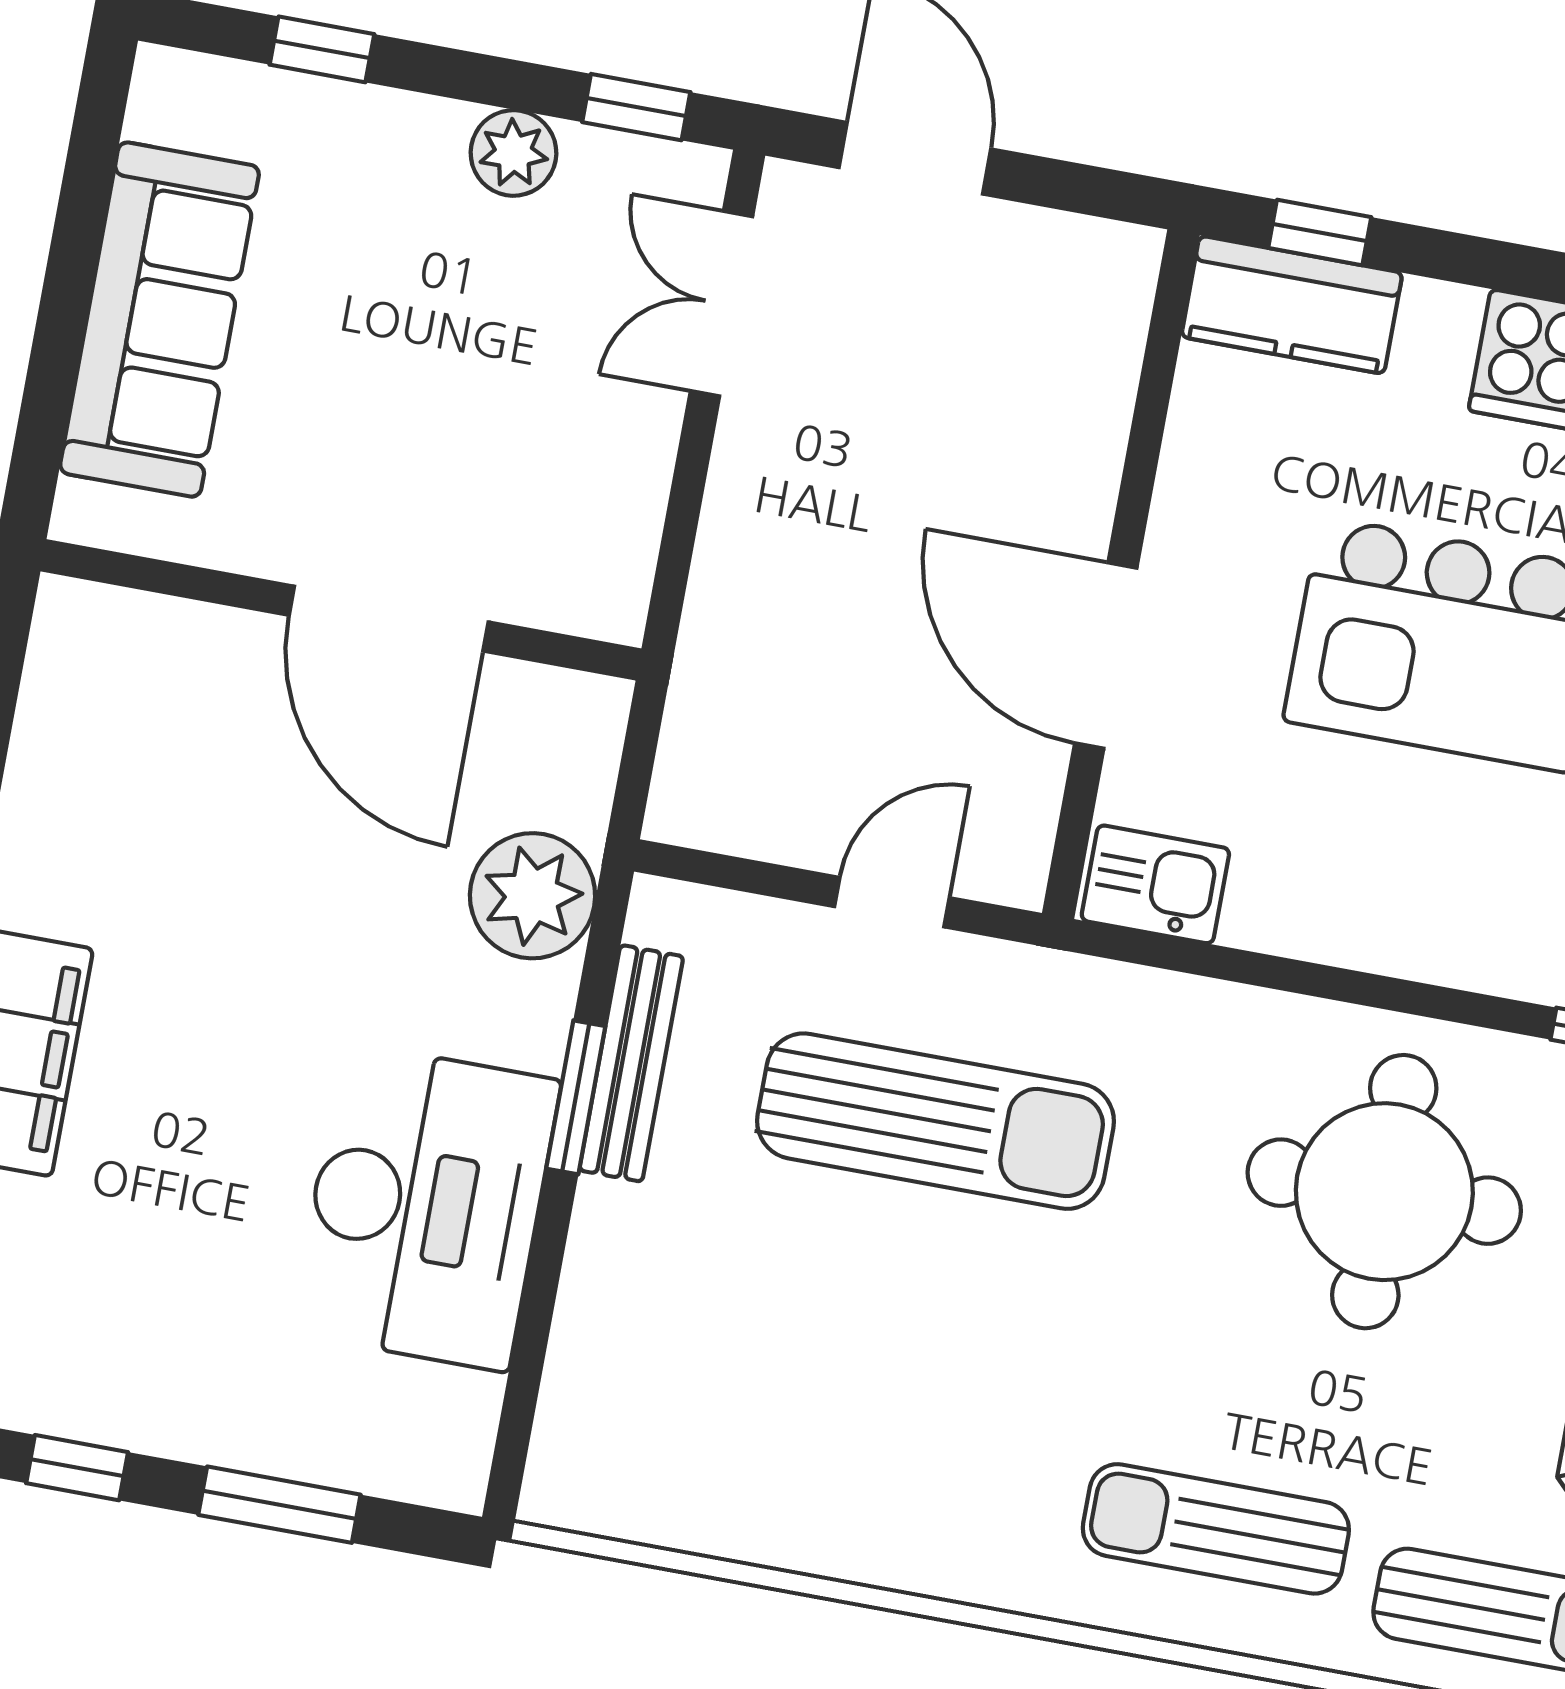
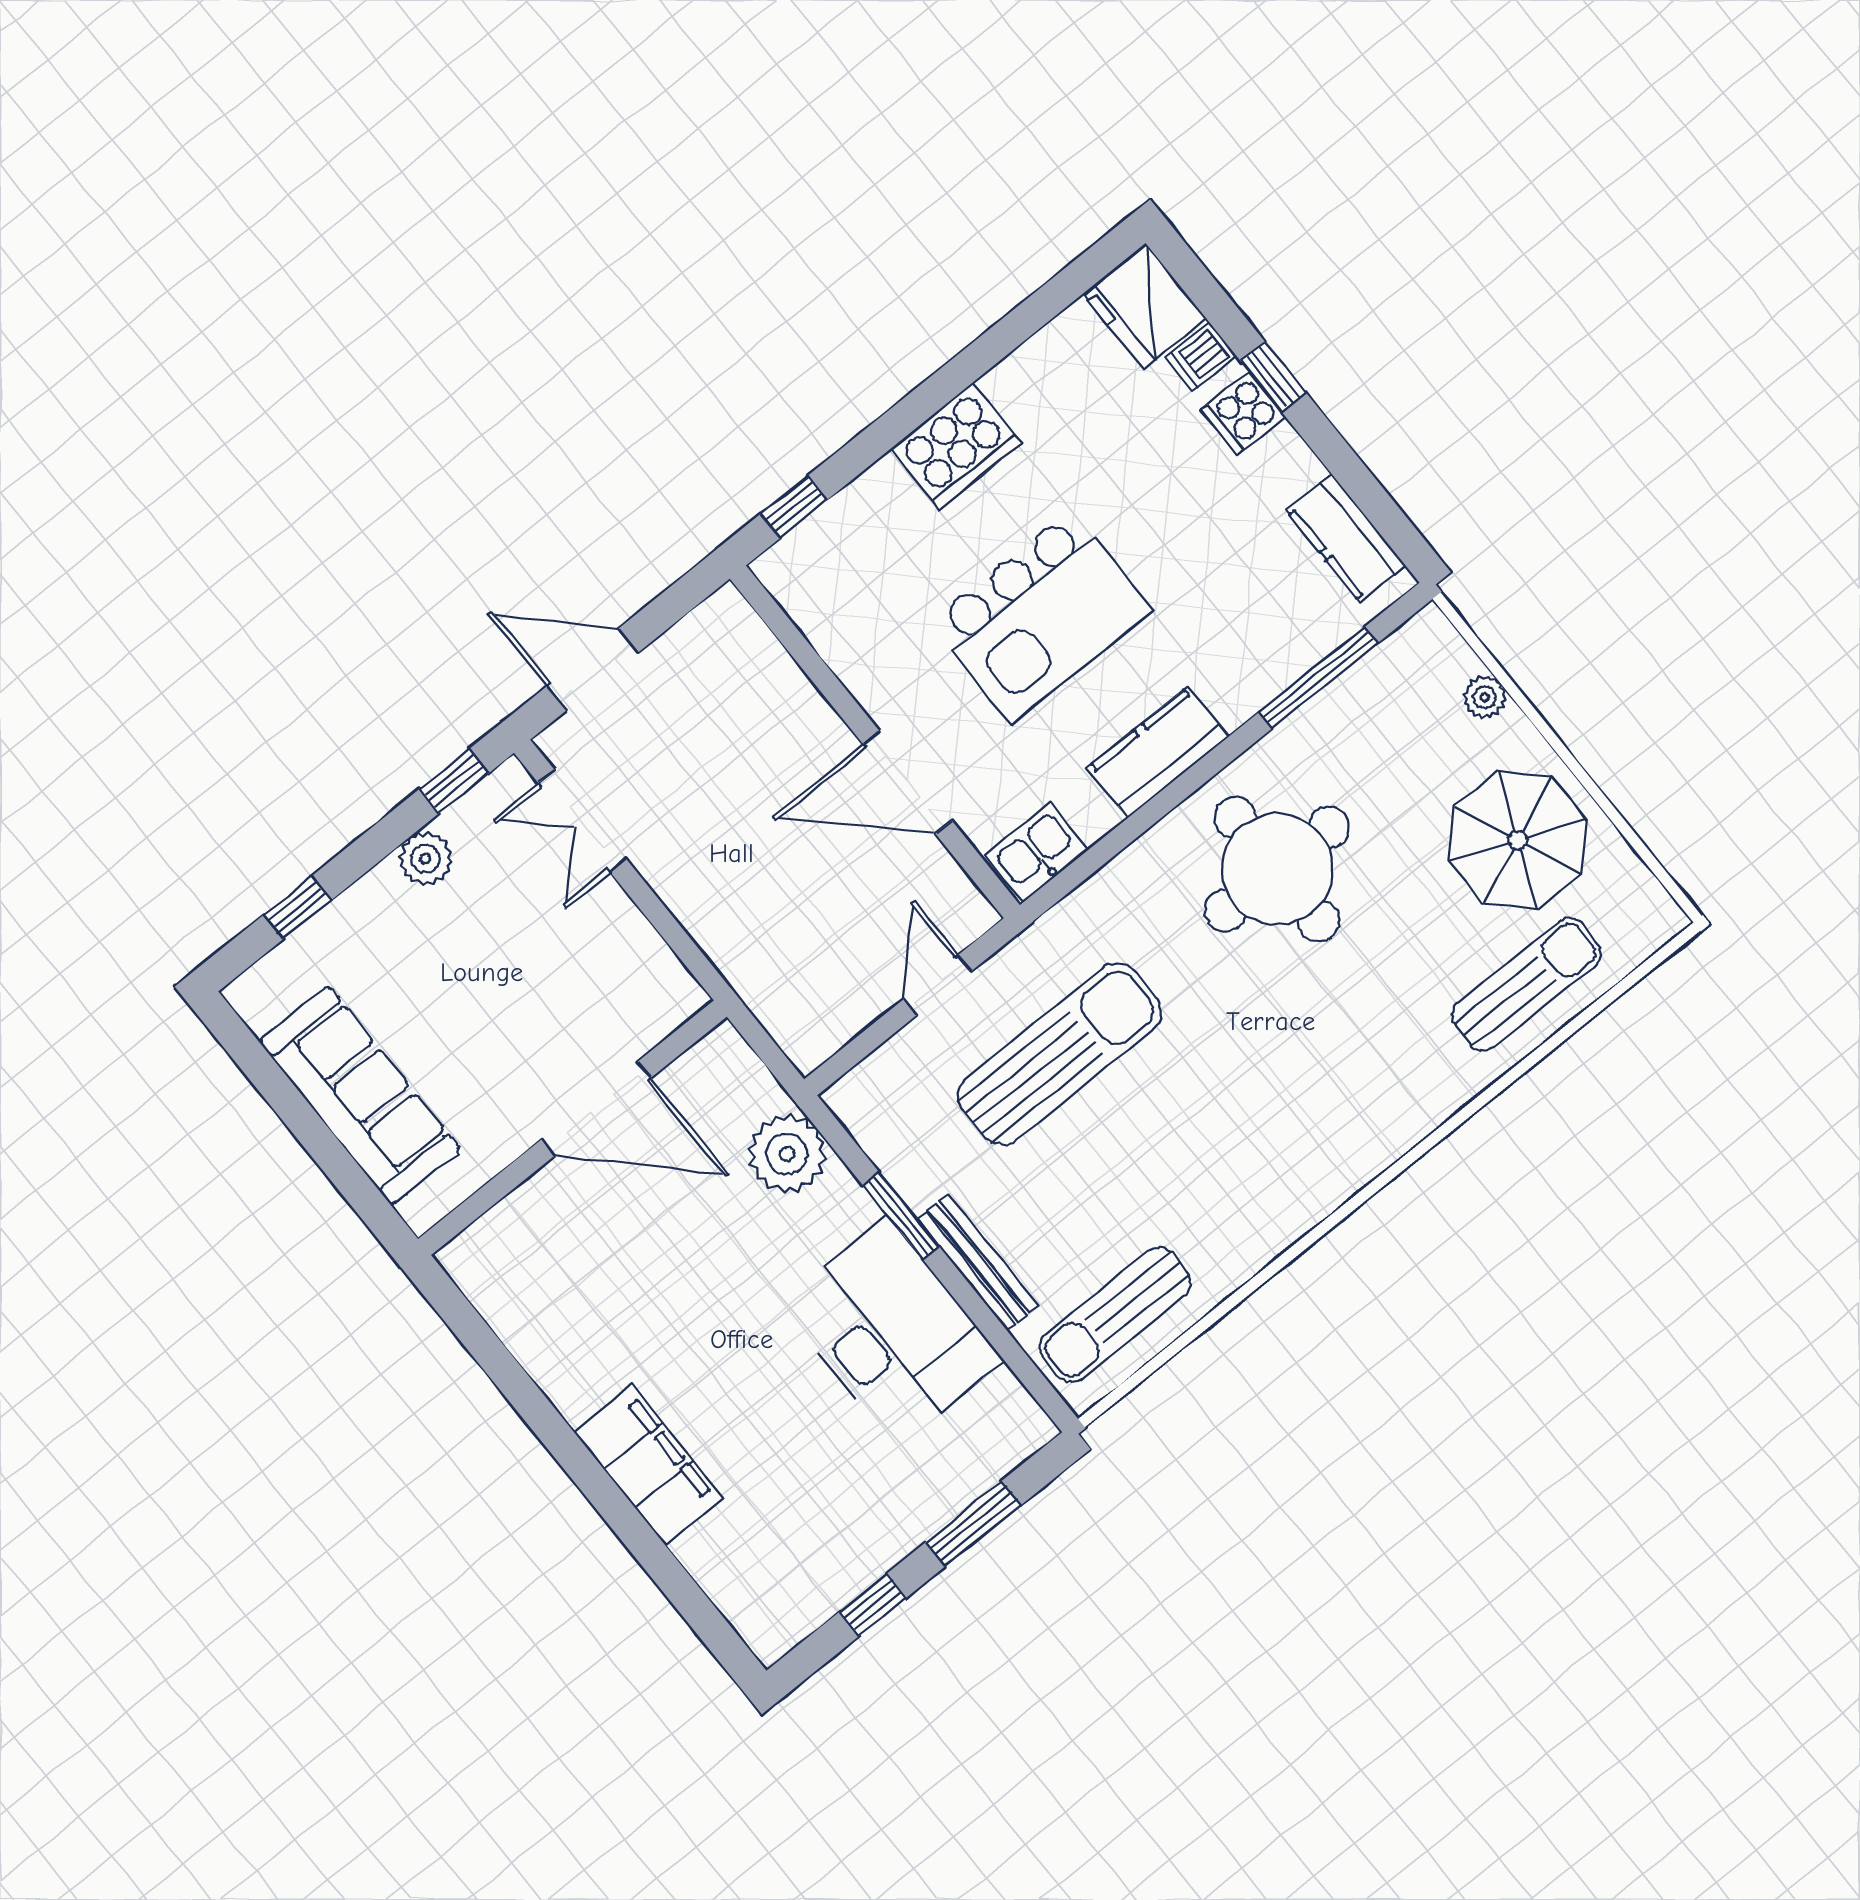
kitchen counter: (1292, 305) -> (1158, 752), moved, turned 180
bench: (631, 1063) -> (977, 1262), moved
sun lounger: (1216, 1529) -> (1115, 1315), moved

